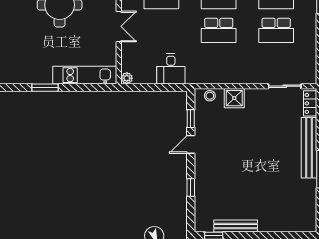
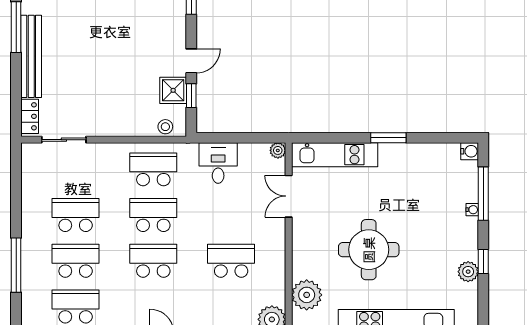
double door: (119, 26) -> (289, 196), moved
school desk: (219, 64) -> (153, 169), added
shower: (234, 98) -> (173, 90), moved

